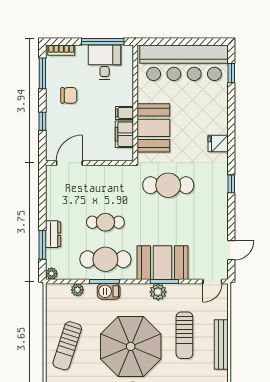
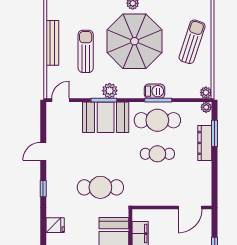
dresser: (53, 234) -> (205, 143), width x1.44
door: (231, 250) -> (43, 151), moved
plant: (77, 290) -> (206, 93), moved

